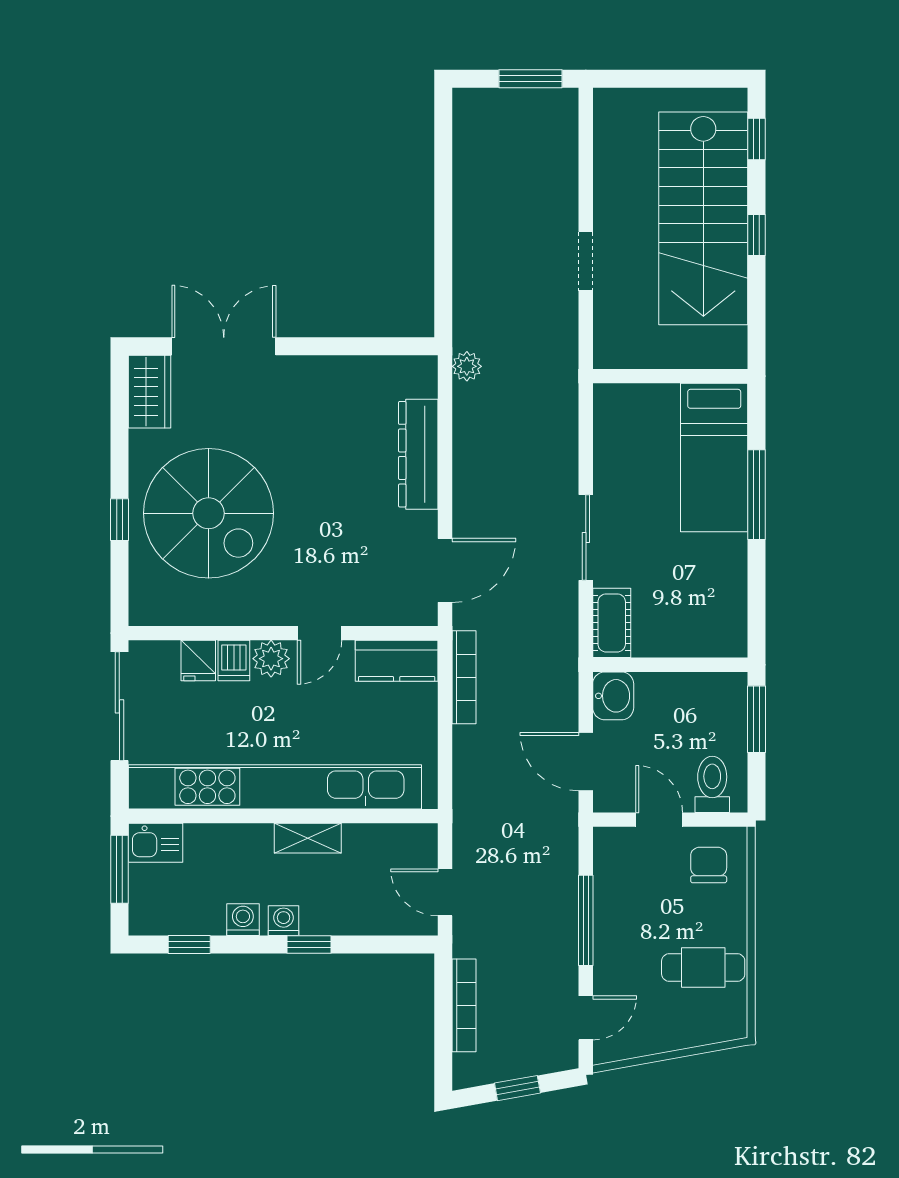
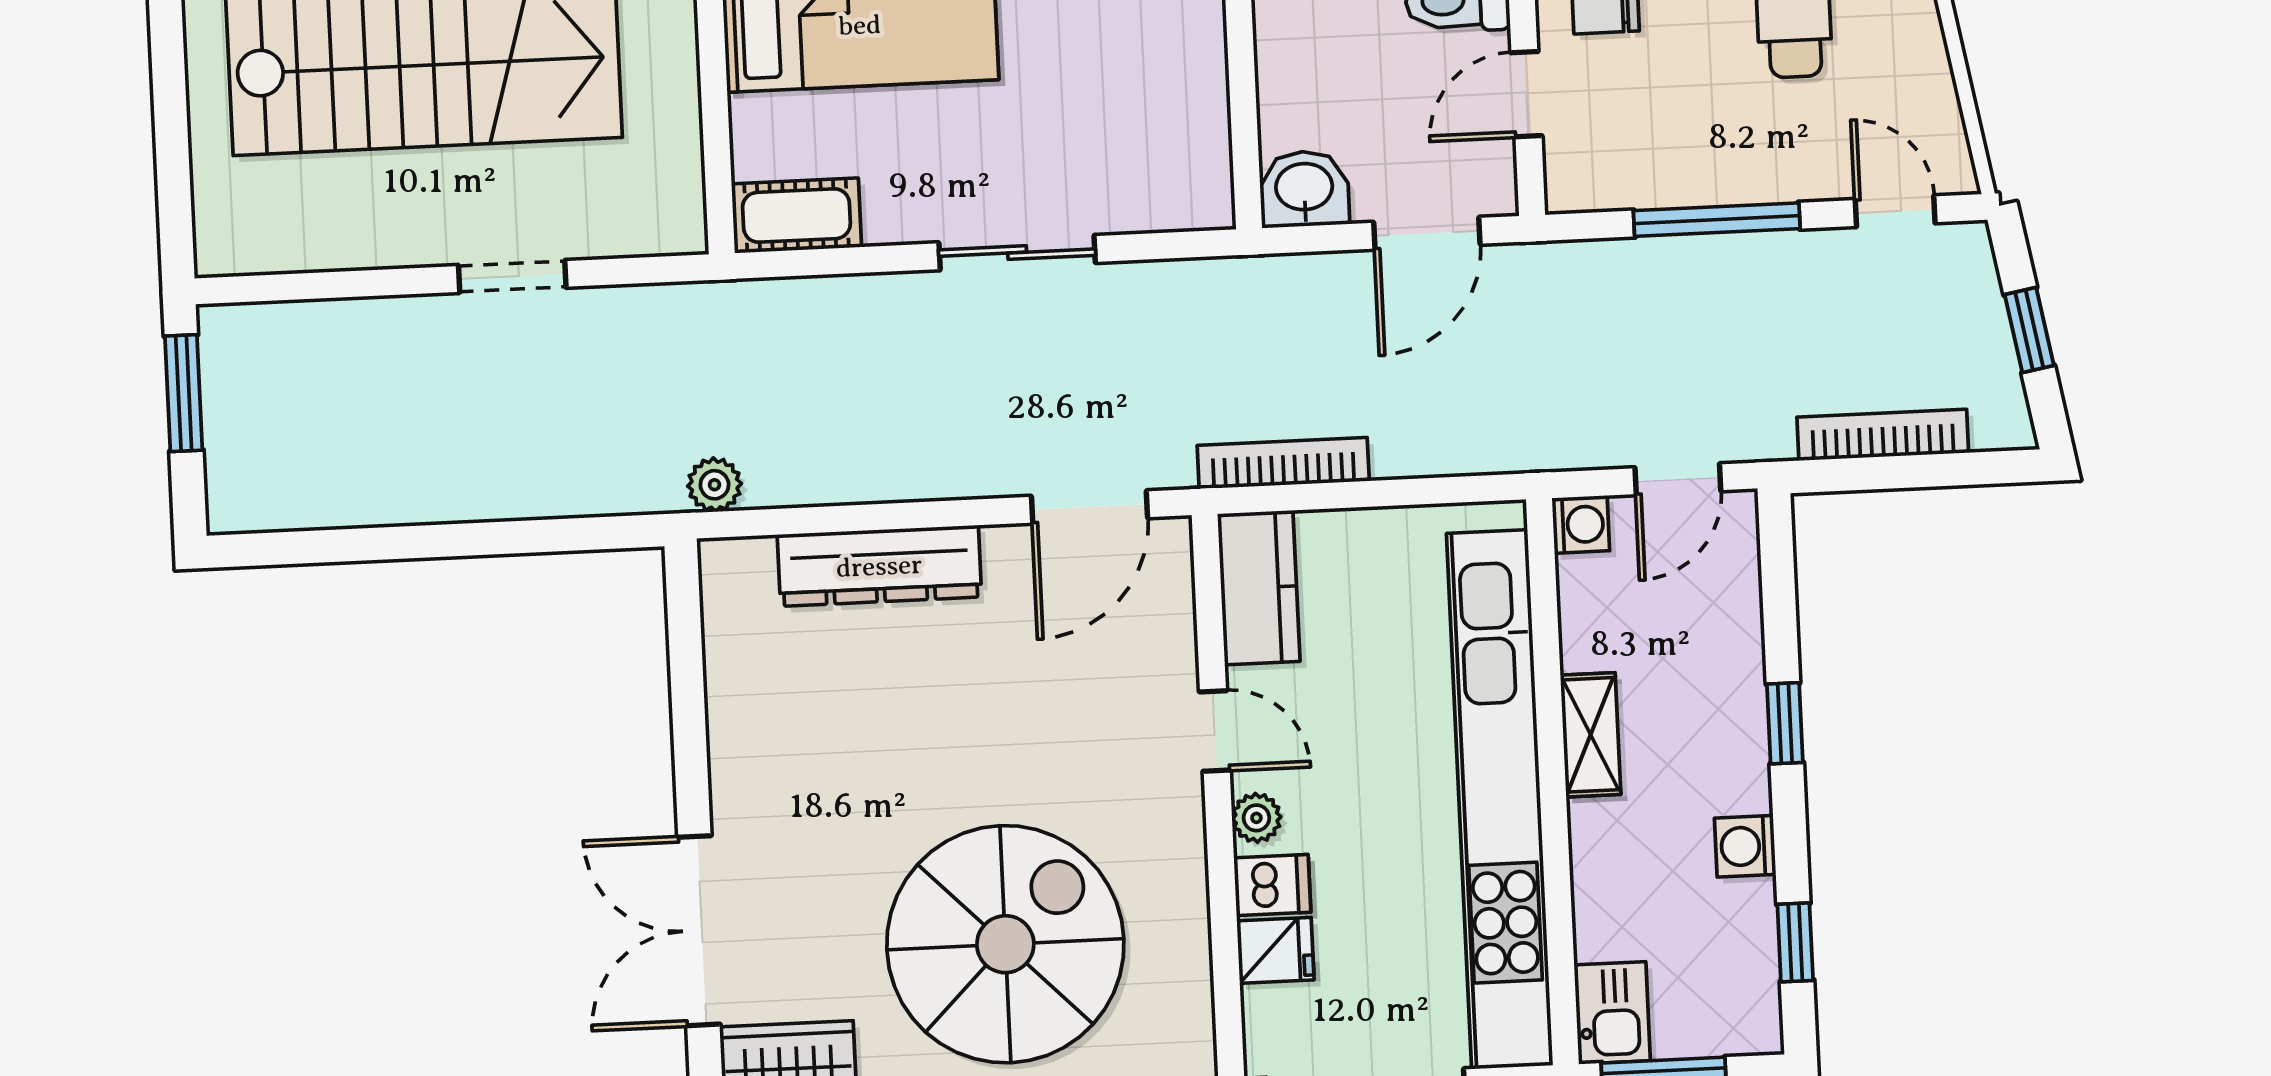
door: (445, 570) -> (1090, 507), swing flipped
cot: (612, 623) -> (796, 216), moved
plant: (271, 659) -> (1256, 818), width x0.73, depth x0.73
washing machine: (284, 921) -> (1581, 524), moved, turned 180

